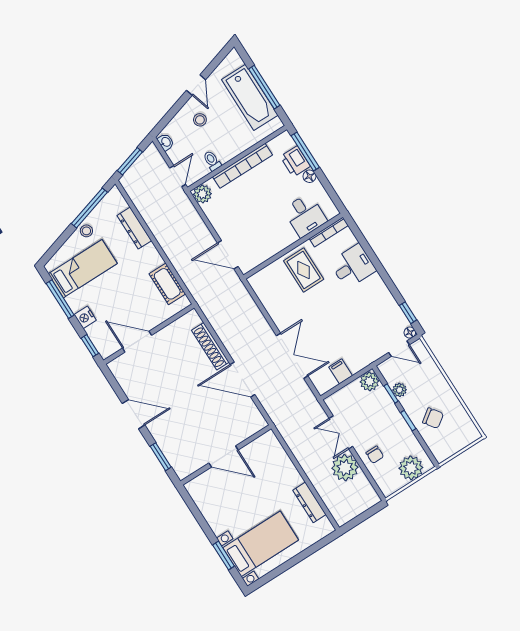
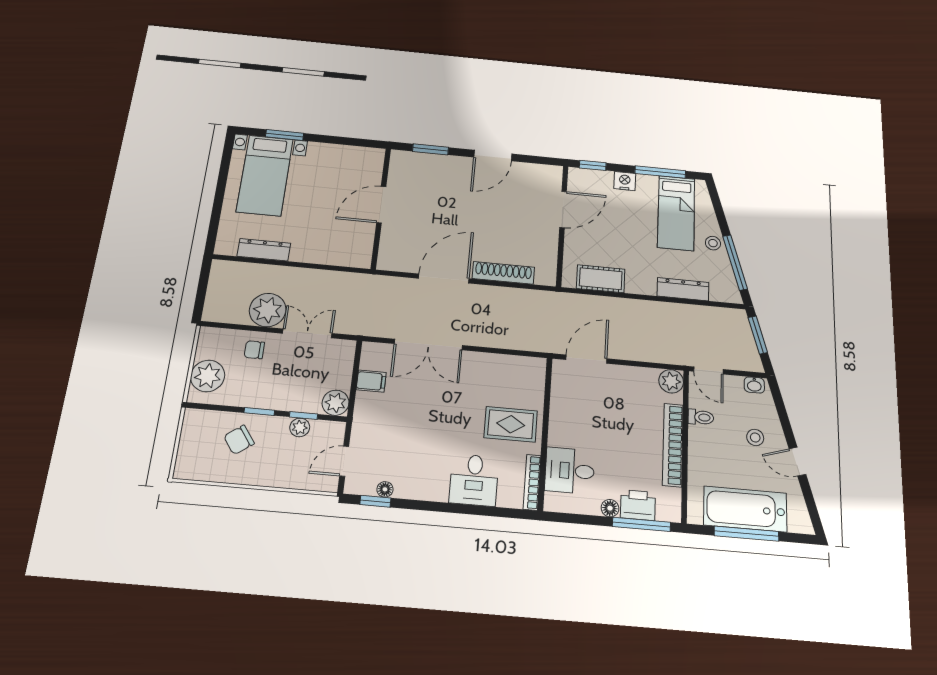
floor lamp: (410, 333) -> (385, 489), moved

